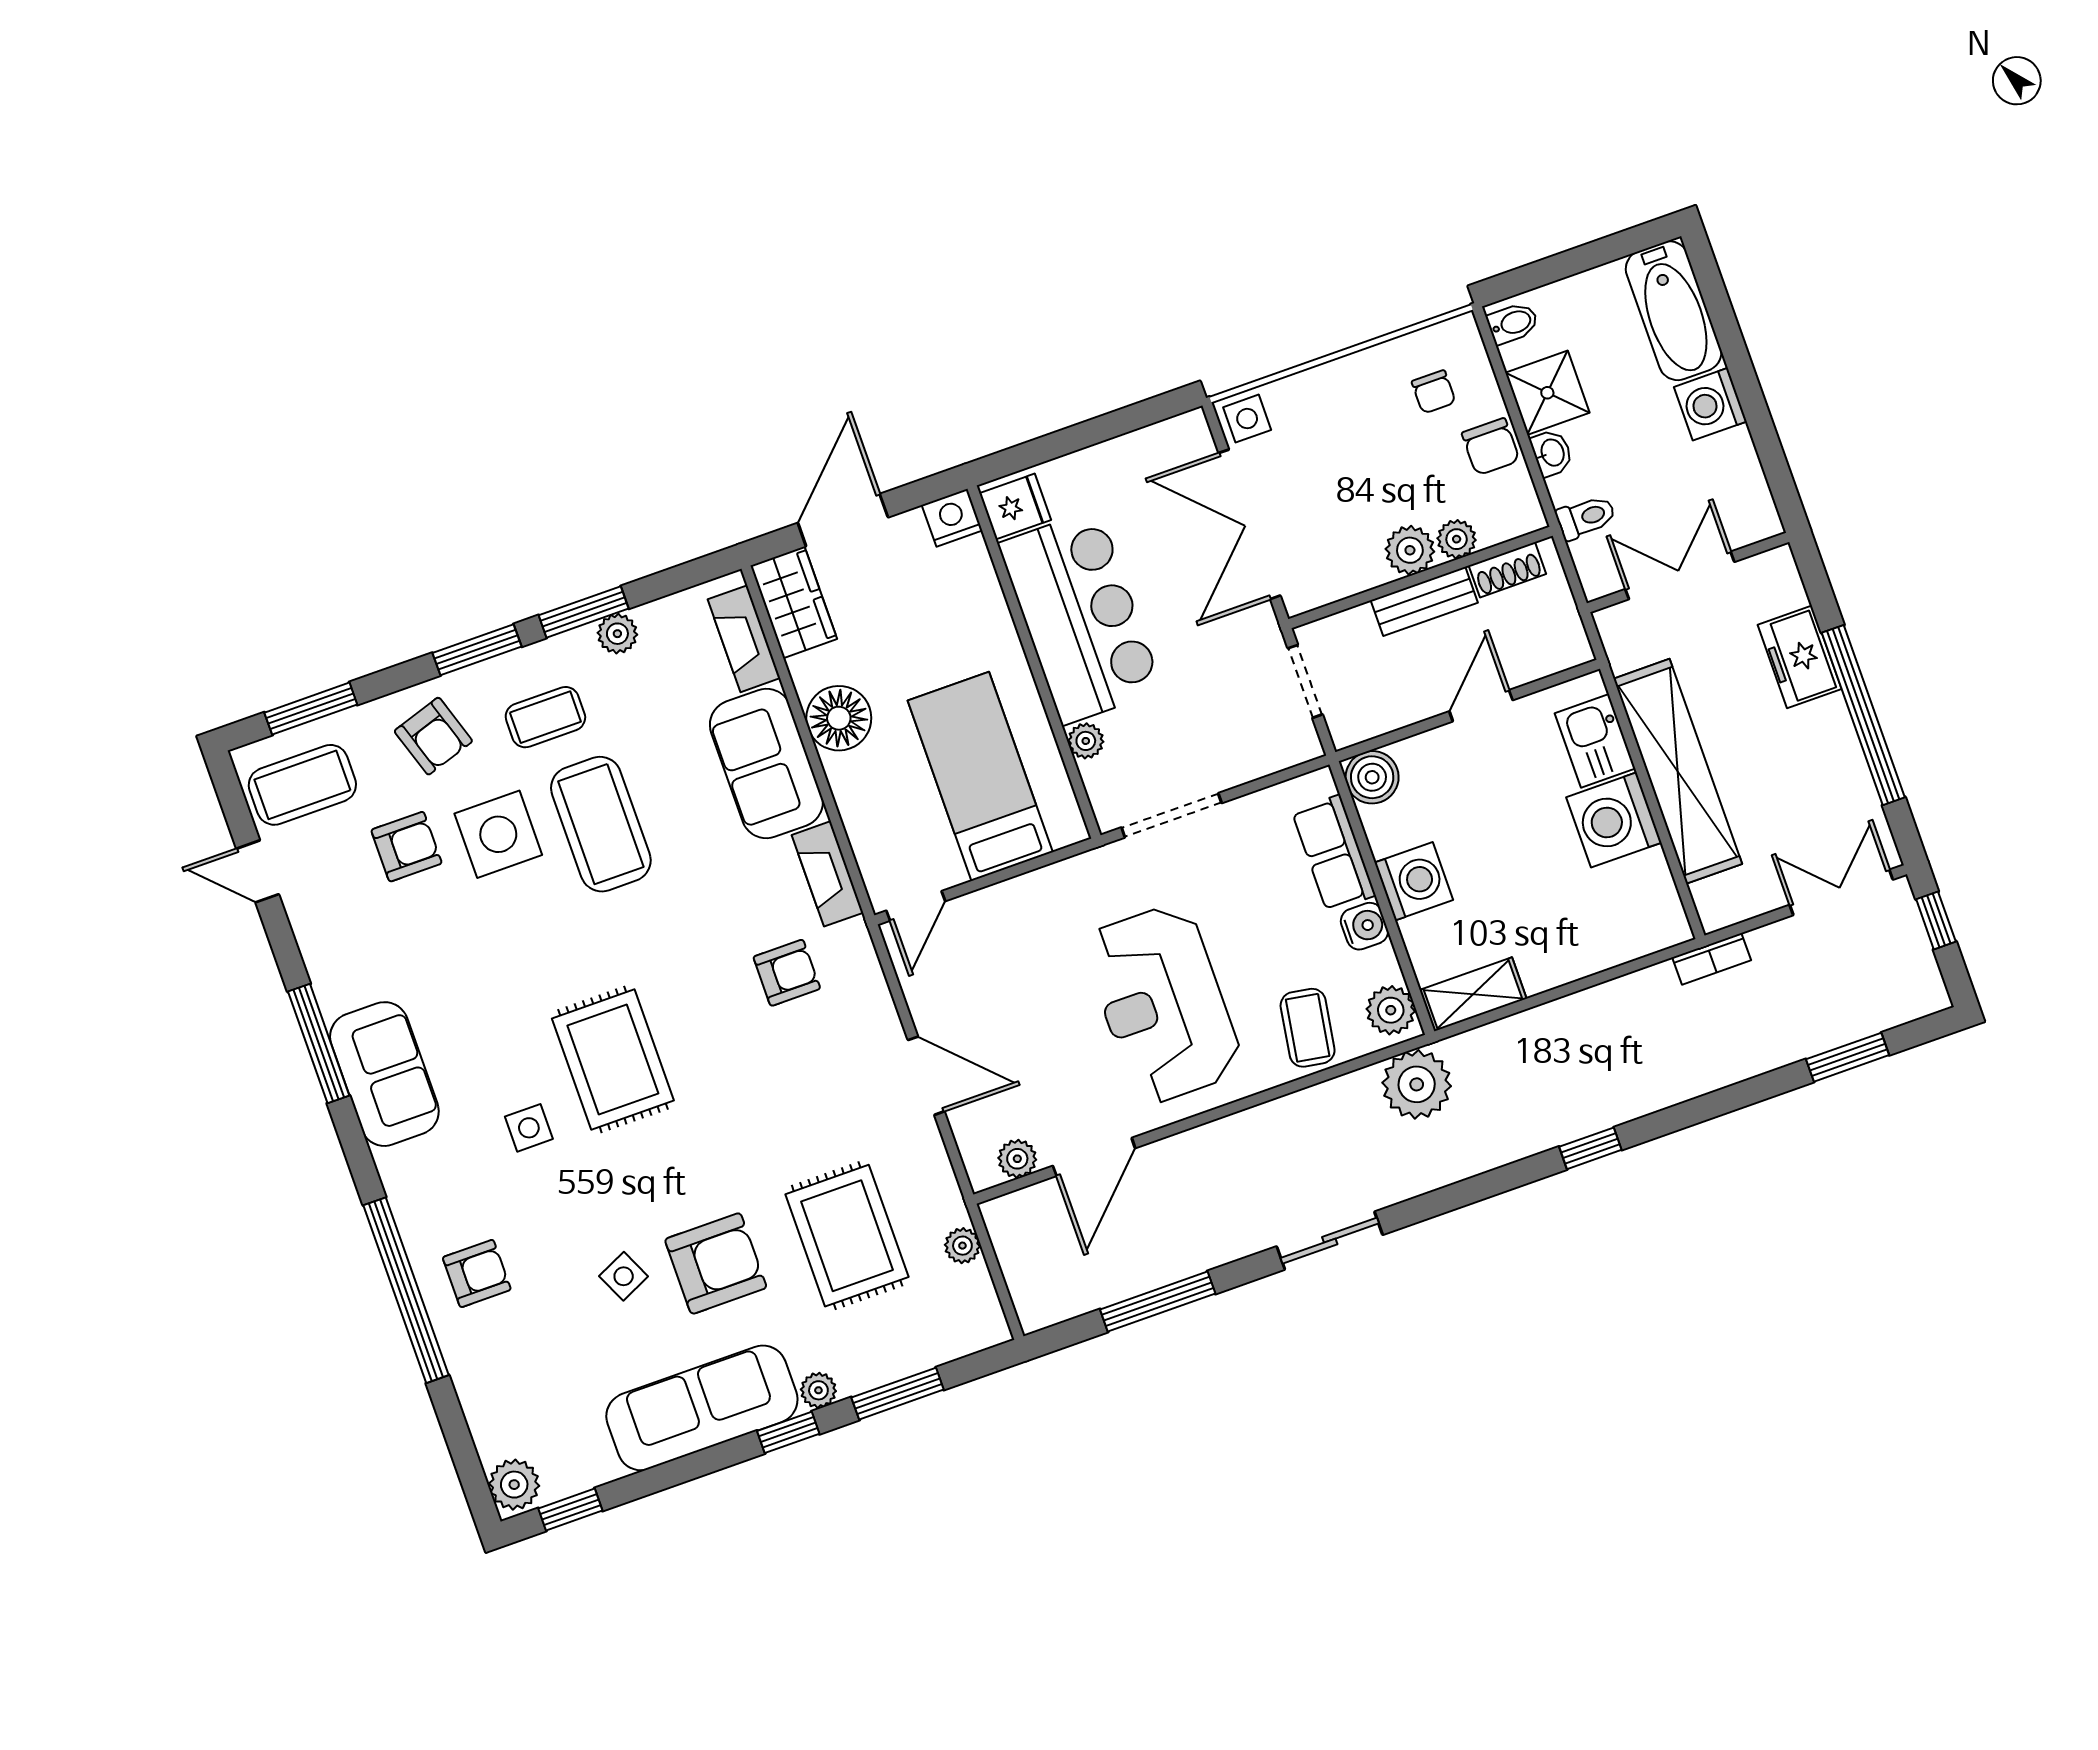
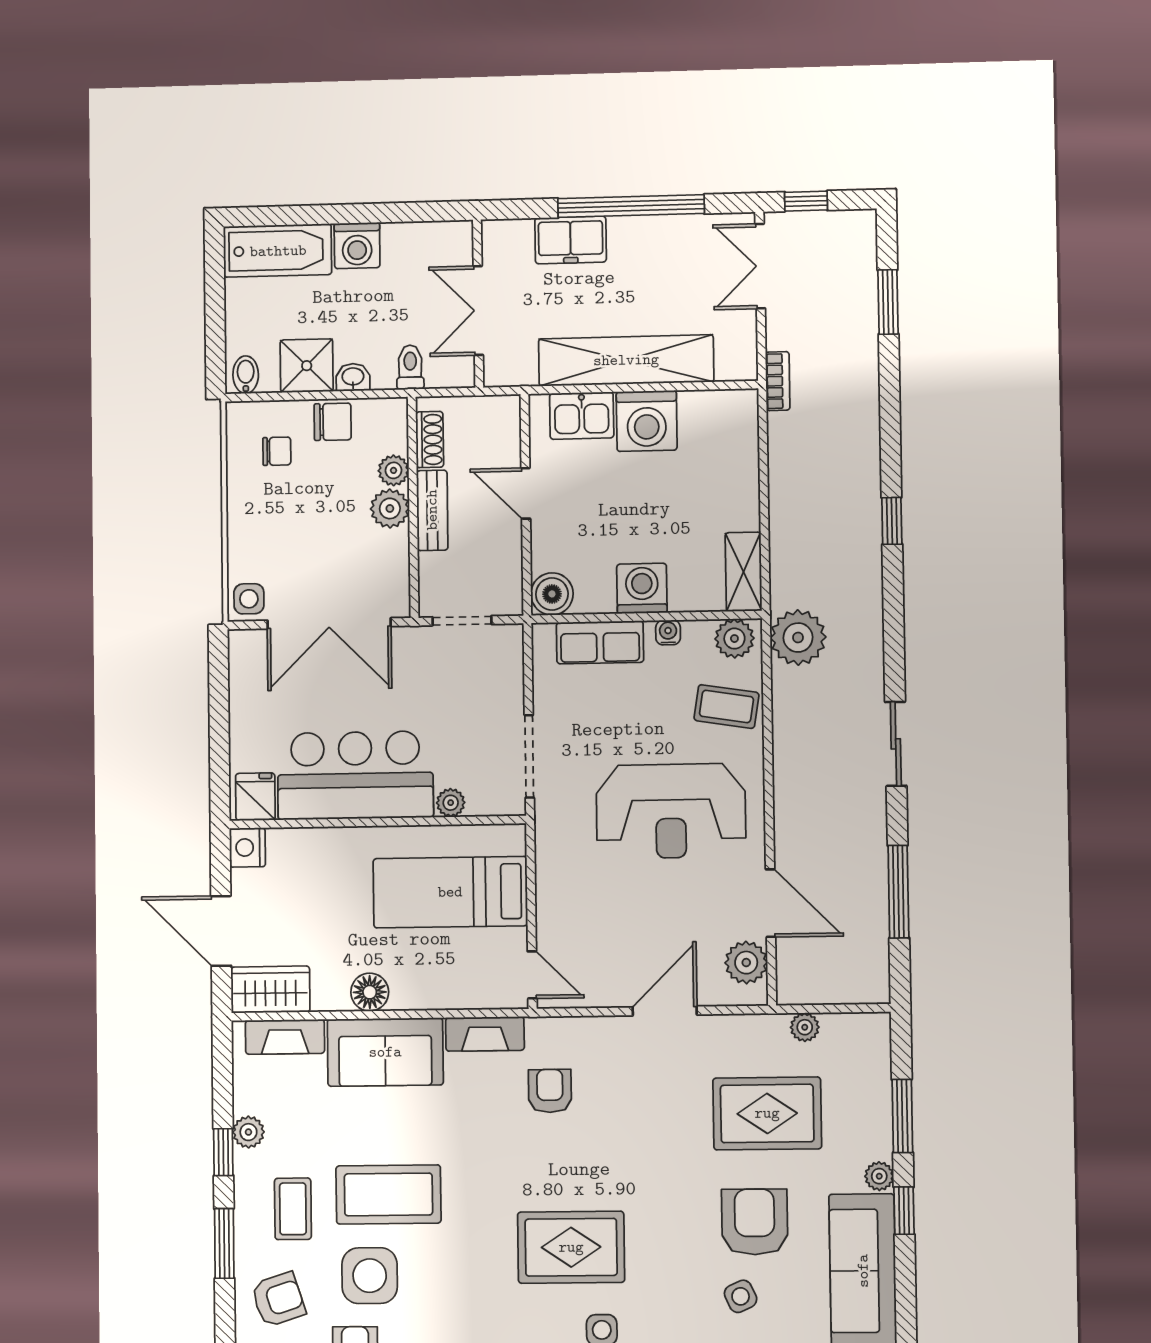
window: (584, 612) -> (223, 1152), width x0.67
floor lamp: (839, 718) -> (370, 992), width x0.73, depth x0.73
water cooler: (1364, 926) -> (668, 633), width x0.72, depth x0.72
plant: (1017, 1159) -> (746, 963), width x1.38, depth x1.38

